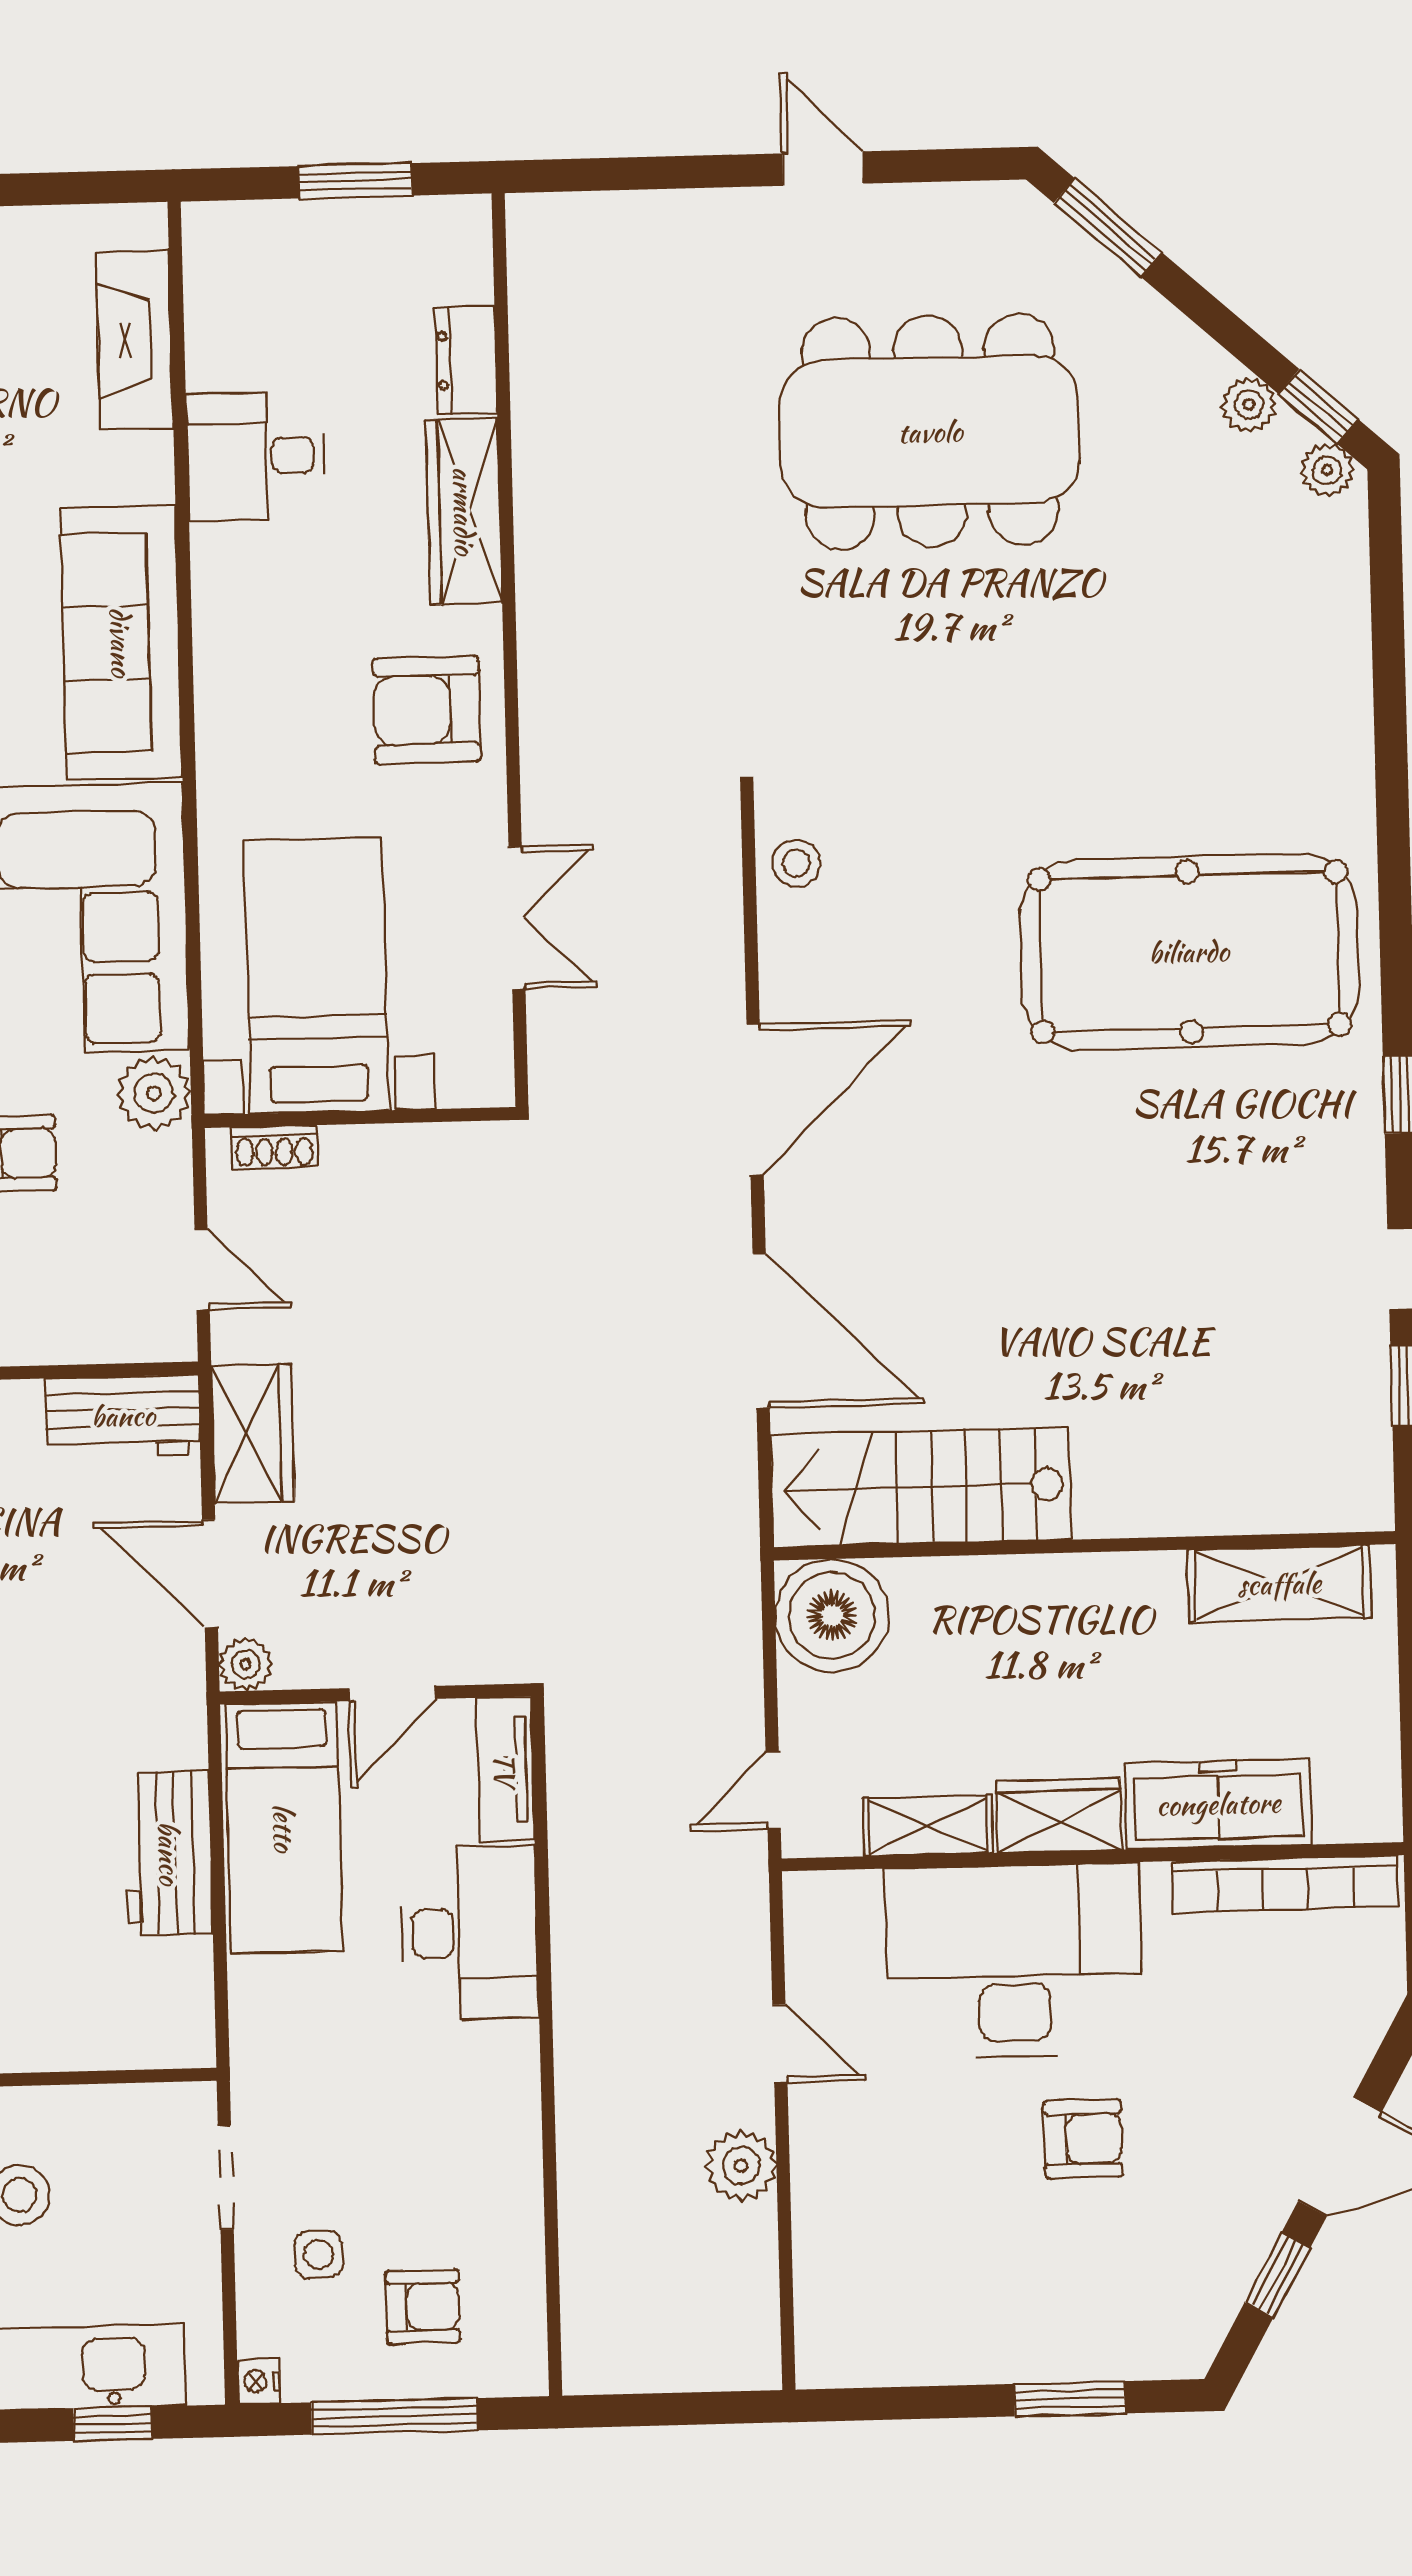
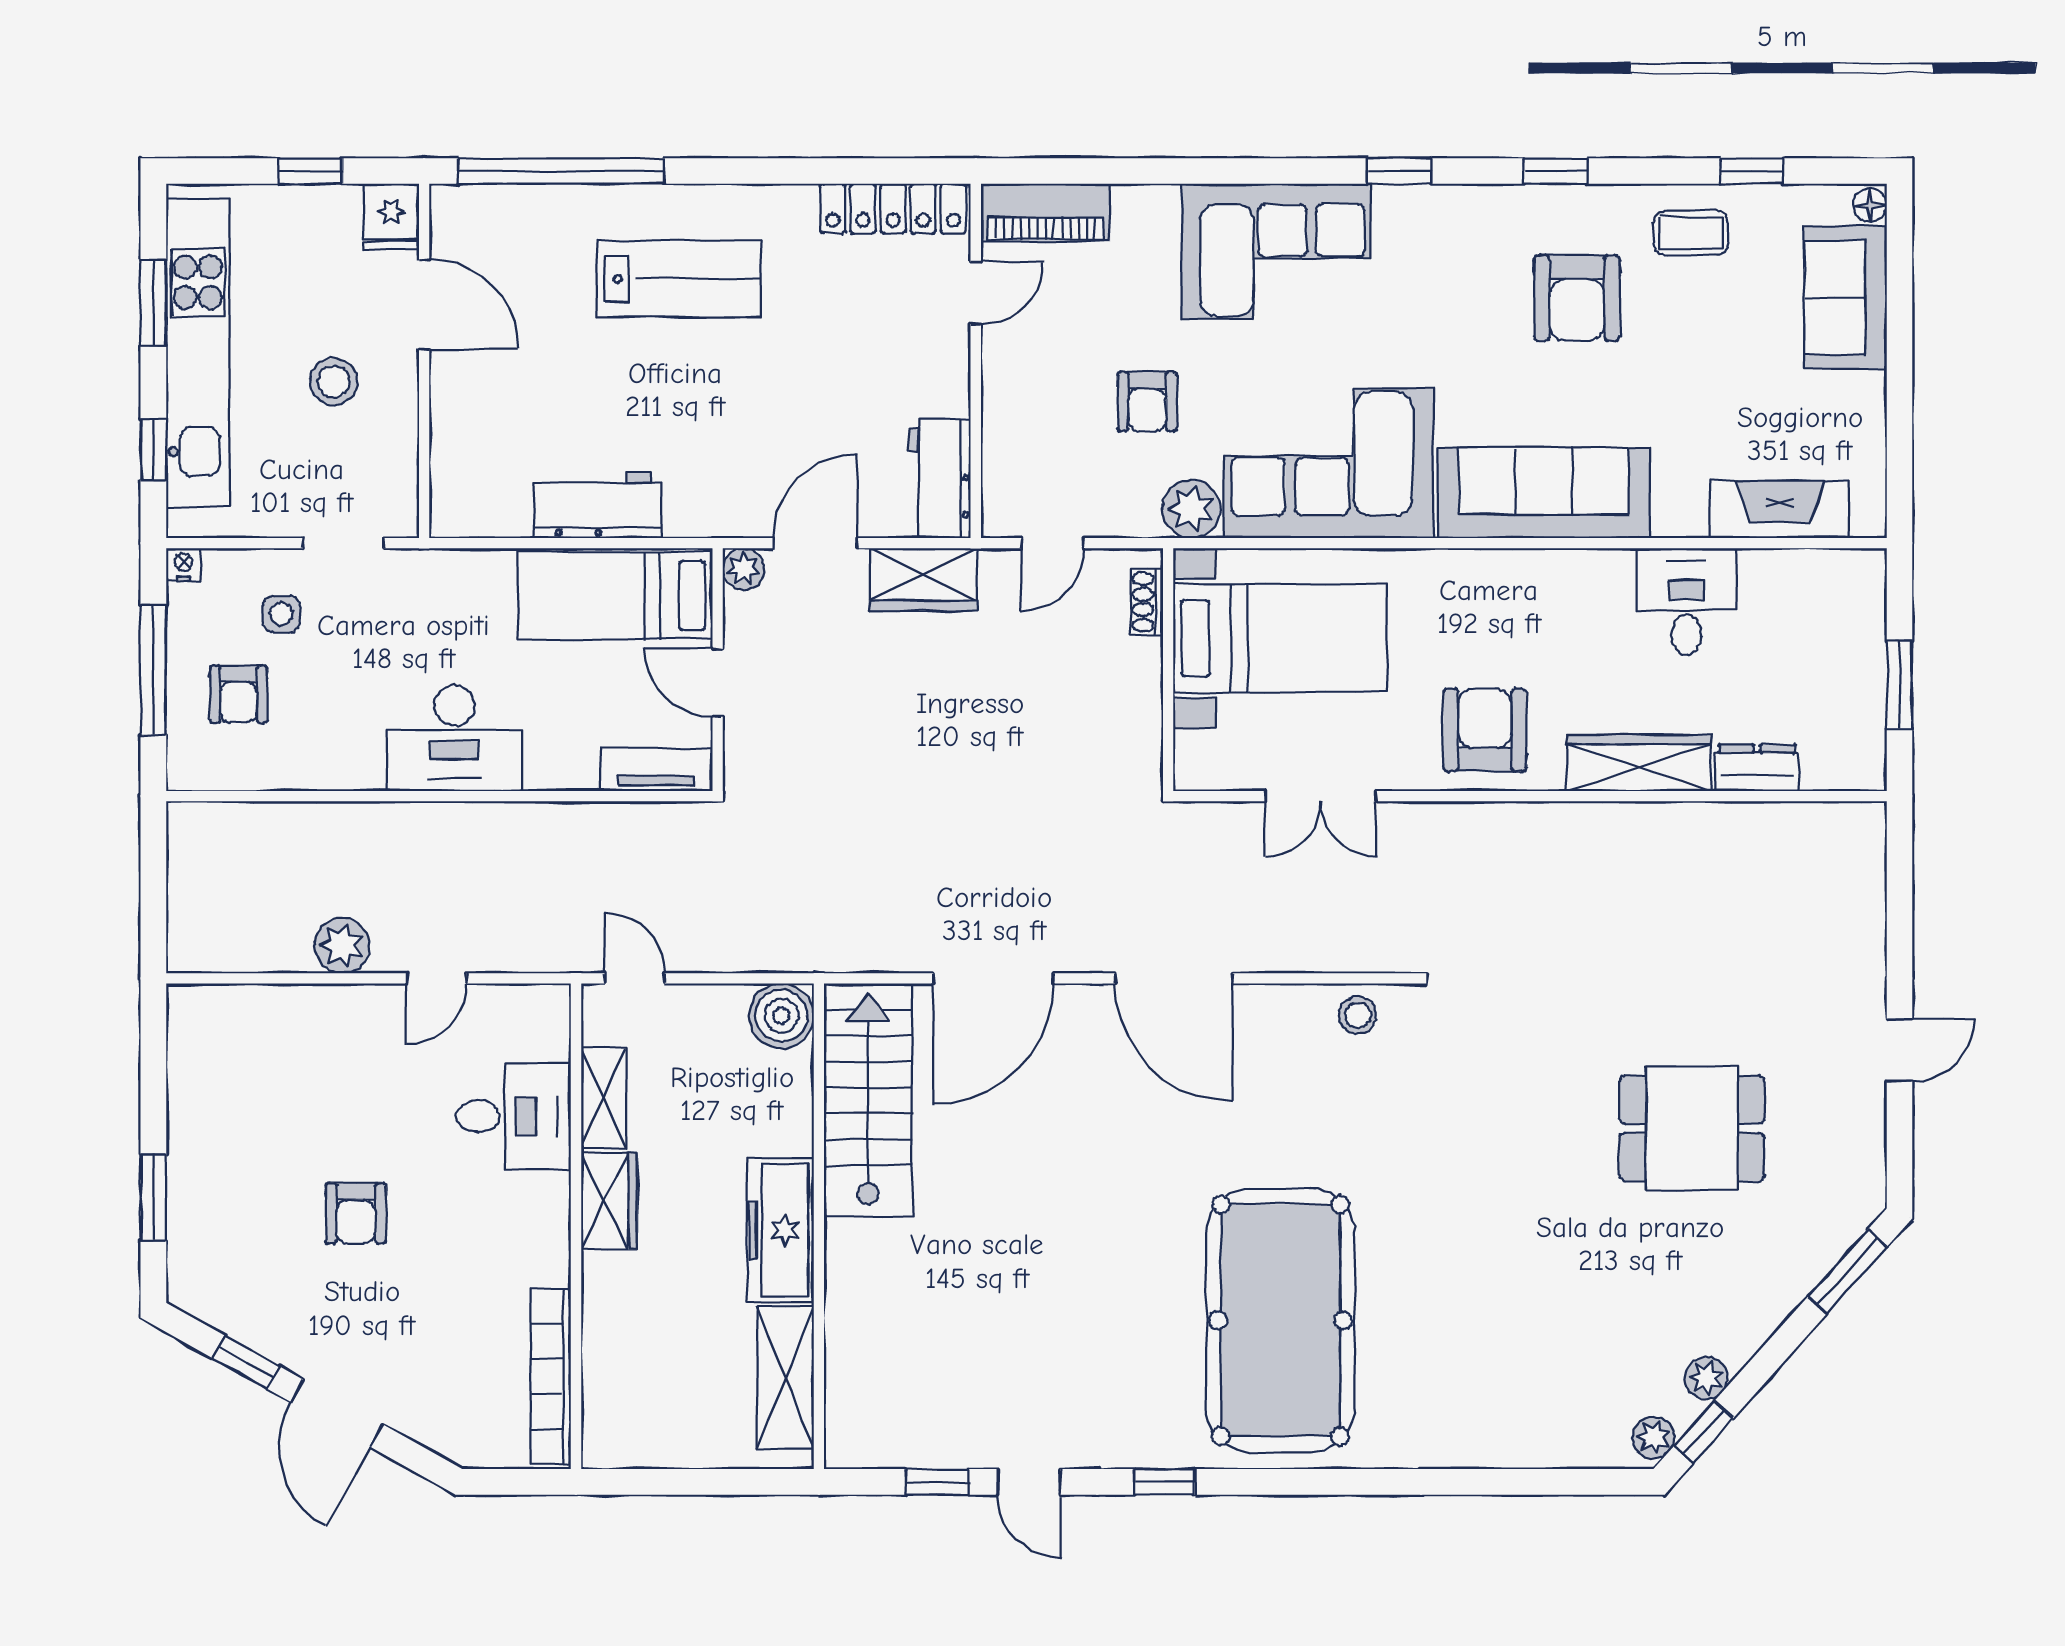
dining table: (930, 432) -> (1692, 1128), width x0.53, depth x0.80
boiler: (832, 1616) -> (781, 1016), width x0.73, depth x0.73
freezer: (1218, 1804) -> (780, 1230), moved, turned 180
desk: (469, 1933) -> (454, 738), moved
desk: (1014, 1961) -> (514, 1116), width x0.53, depth x0.77

